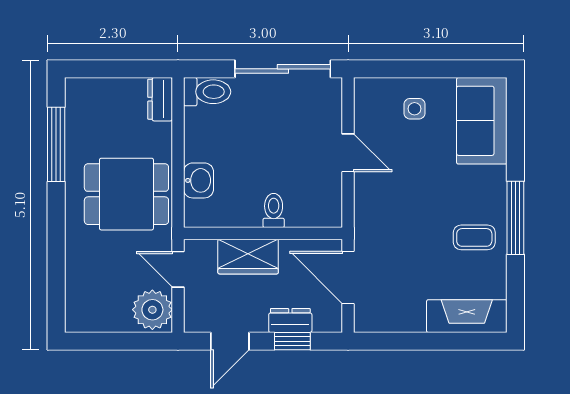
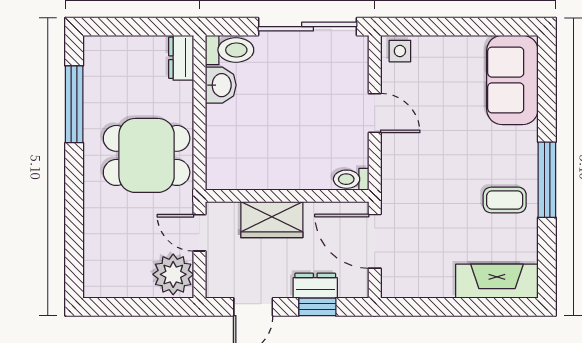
side table: (414, 109) -> (400, 51), moved
washbasin: (199, 180) -> (221, 85), moved
toilet: (274, 211) -> (351, 179), moved, turned -90

